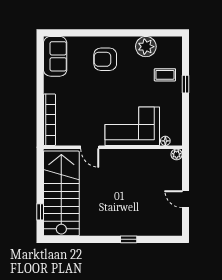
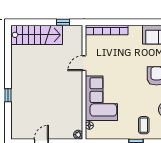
stairs: (61, 193) -> (37, 35), width x0.73, depth x0.66
window: (40, 212) -> (63, 22), moved

